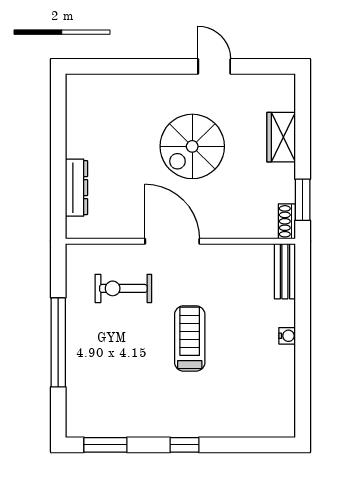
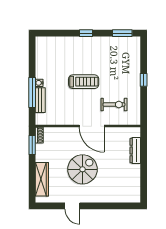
wardrobe: (281, 137) -> (42, 179), width x1.50
bench: (285, 271) -> (40, 100), moved
window: (303, 315) -> (32, 93), added
treadmill: (190, 338) -> (84, 82), turned -90
window: (58, 342) -> (144, 80), width x0.32

